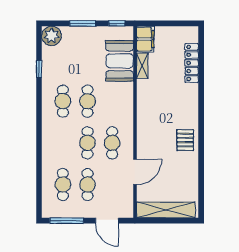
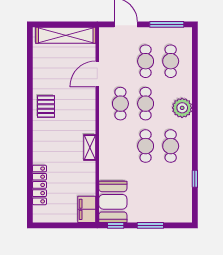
plant: (52, 36) -> (182, 108), moved
booth: (120, 61) -> (113, 202), moved
shelving: (142, 66) -> (90, 148), moved

